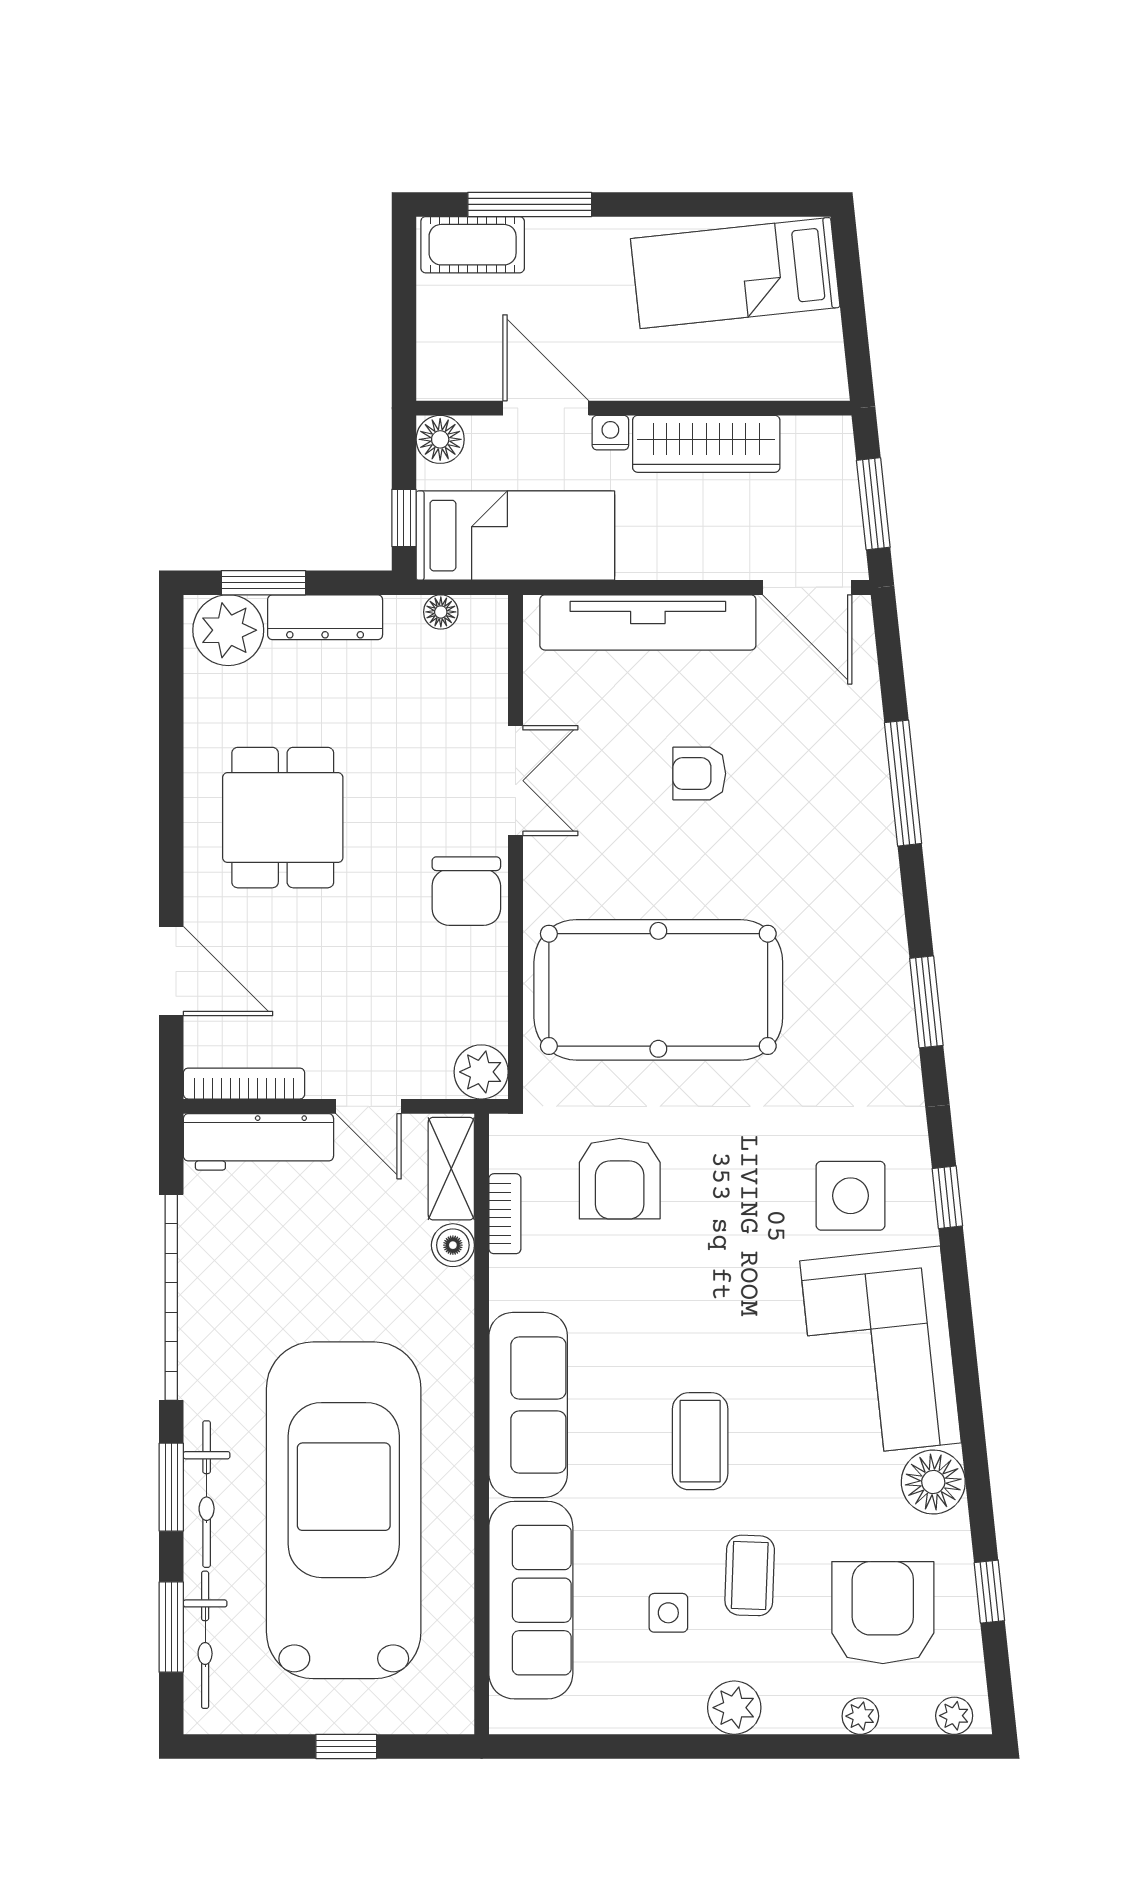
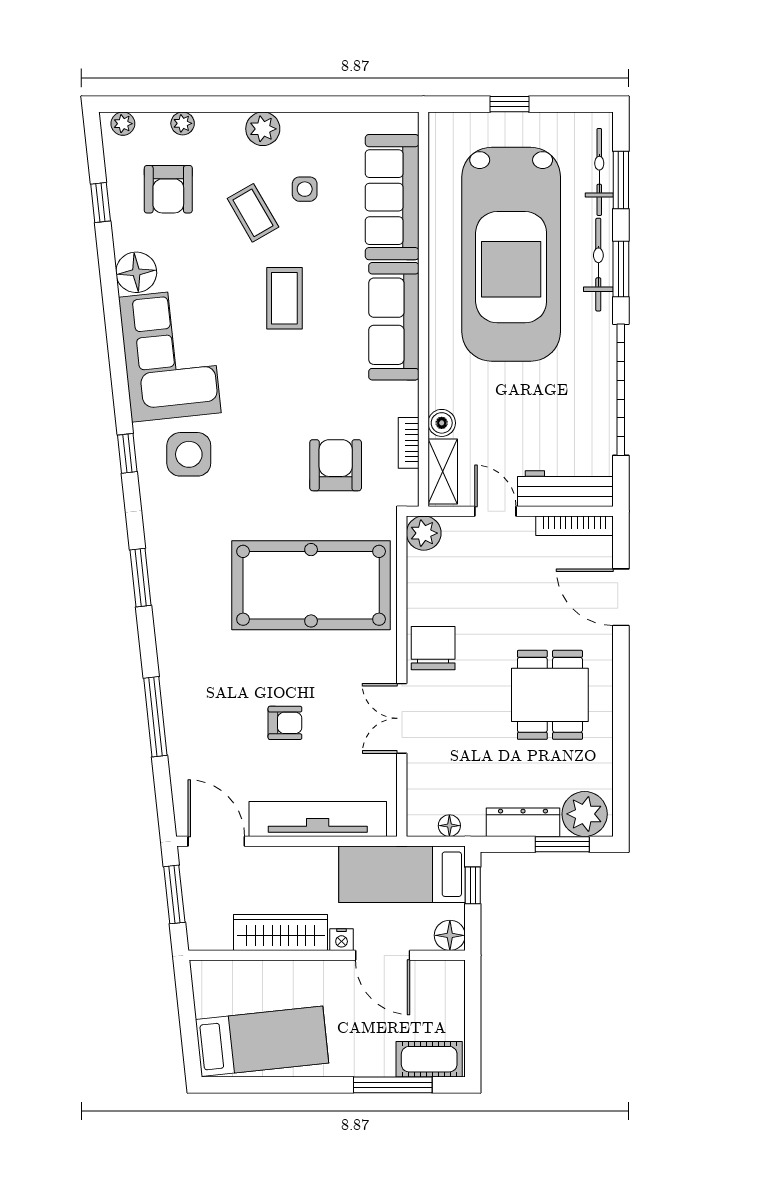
coffee table: (750, 1575) -> (253, 213), turned -32
armchair: (883, 1613) -> (168, 189), width x0.73, depth x0.73

